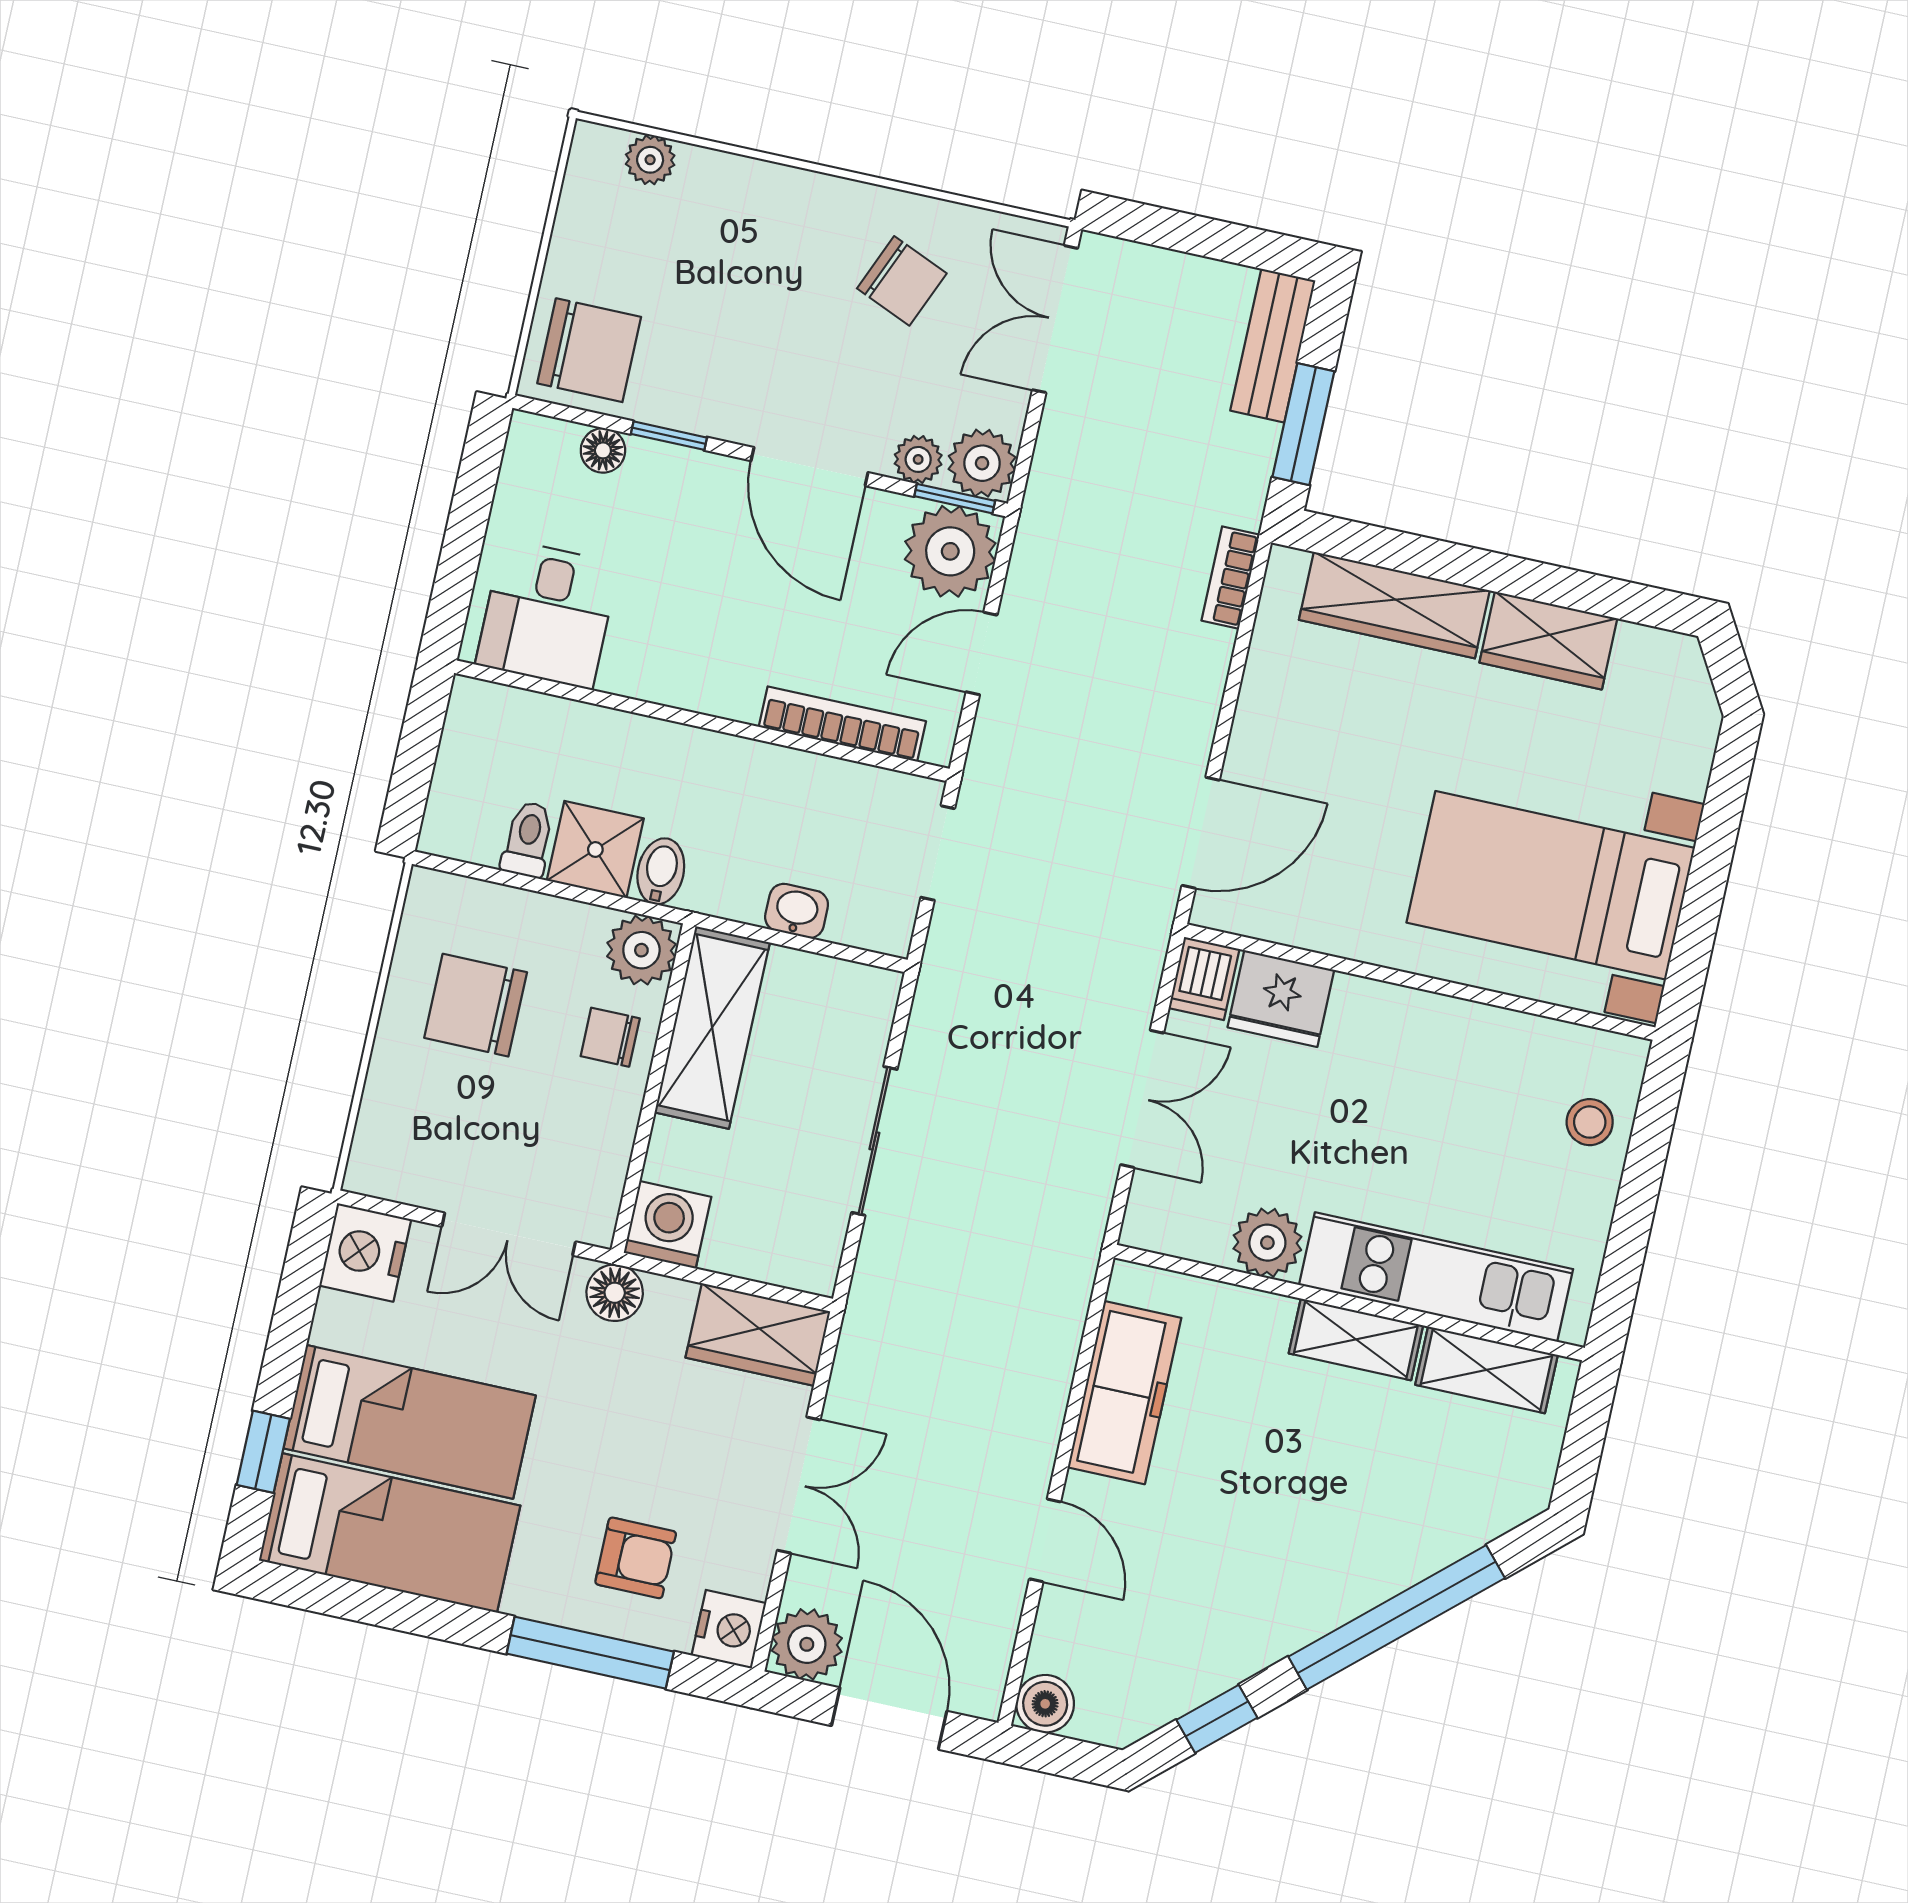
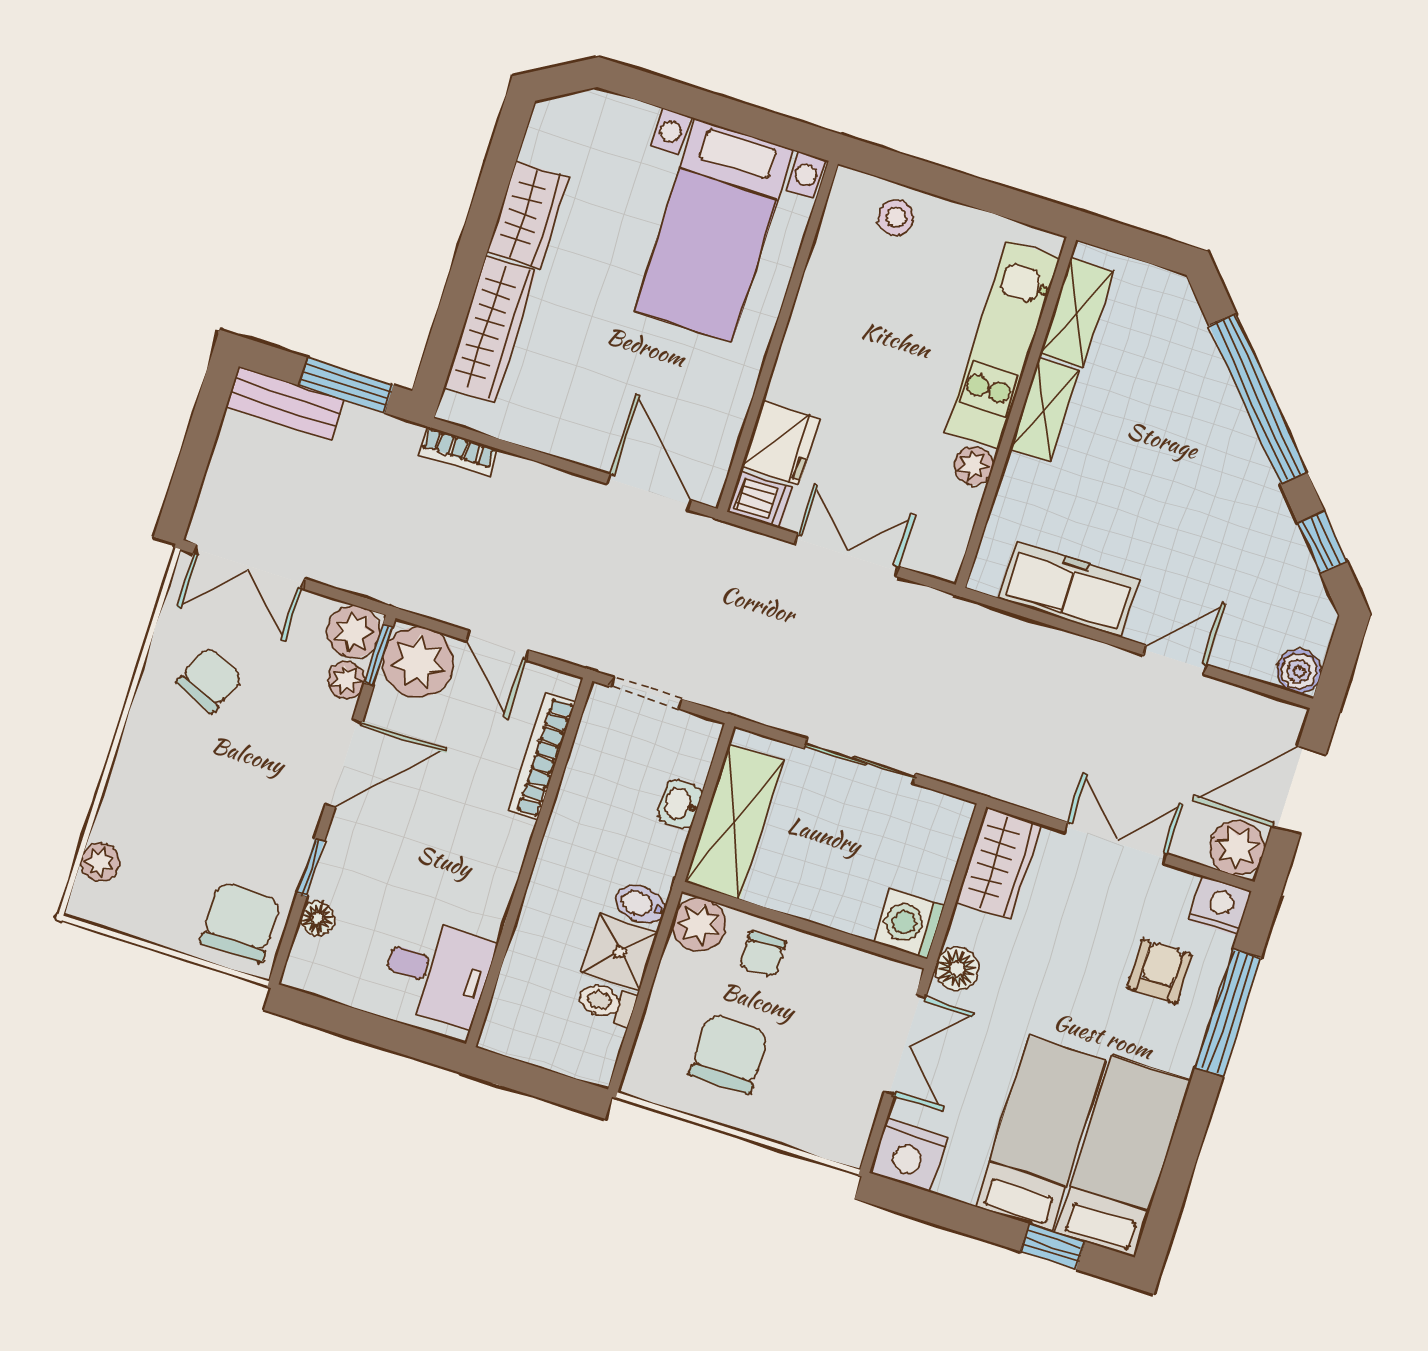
chair: (476, 1005) -> (729, 1054), turned 180
shelving: (712, 1027) -> (734, 821), moved, turned 90
plant: (1267, 1243) -> (974, 466), width x0.73, depth x0.73

